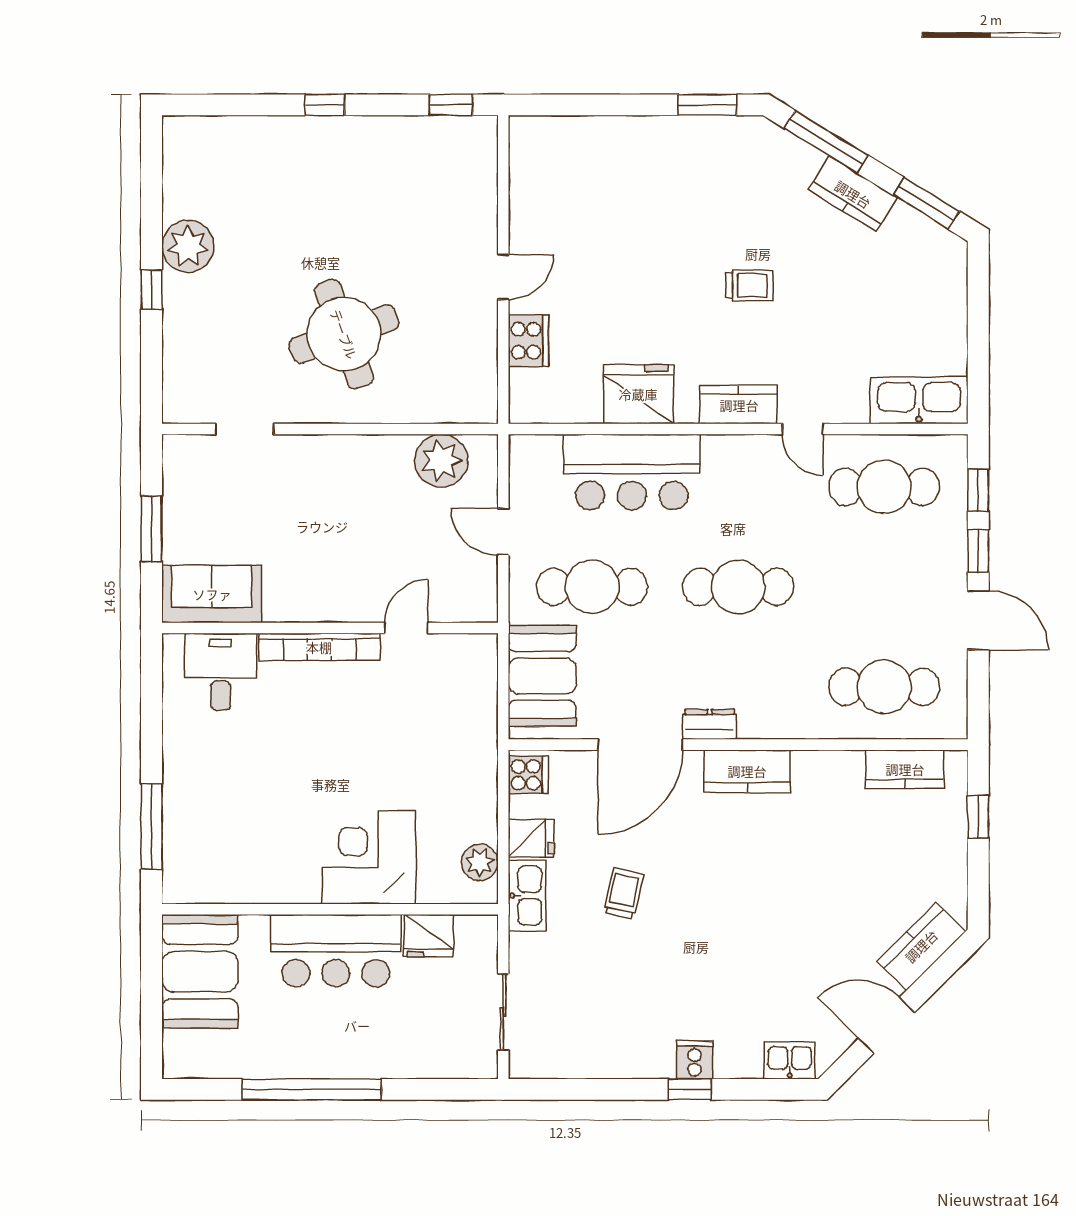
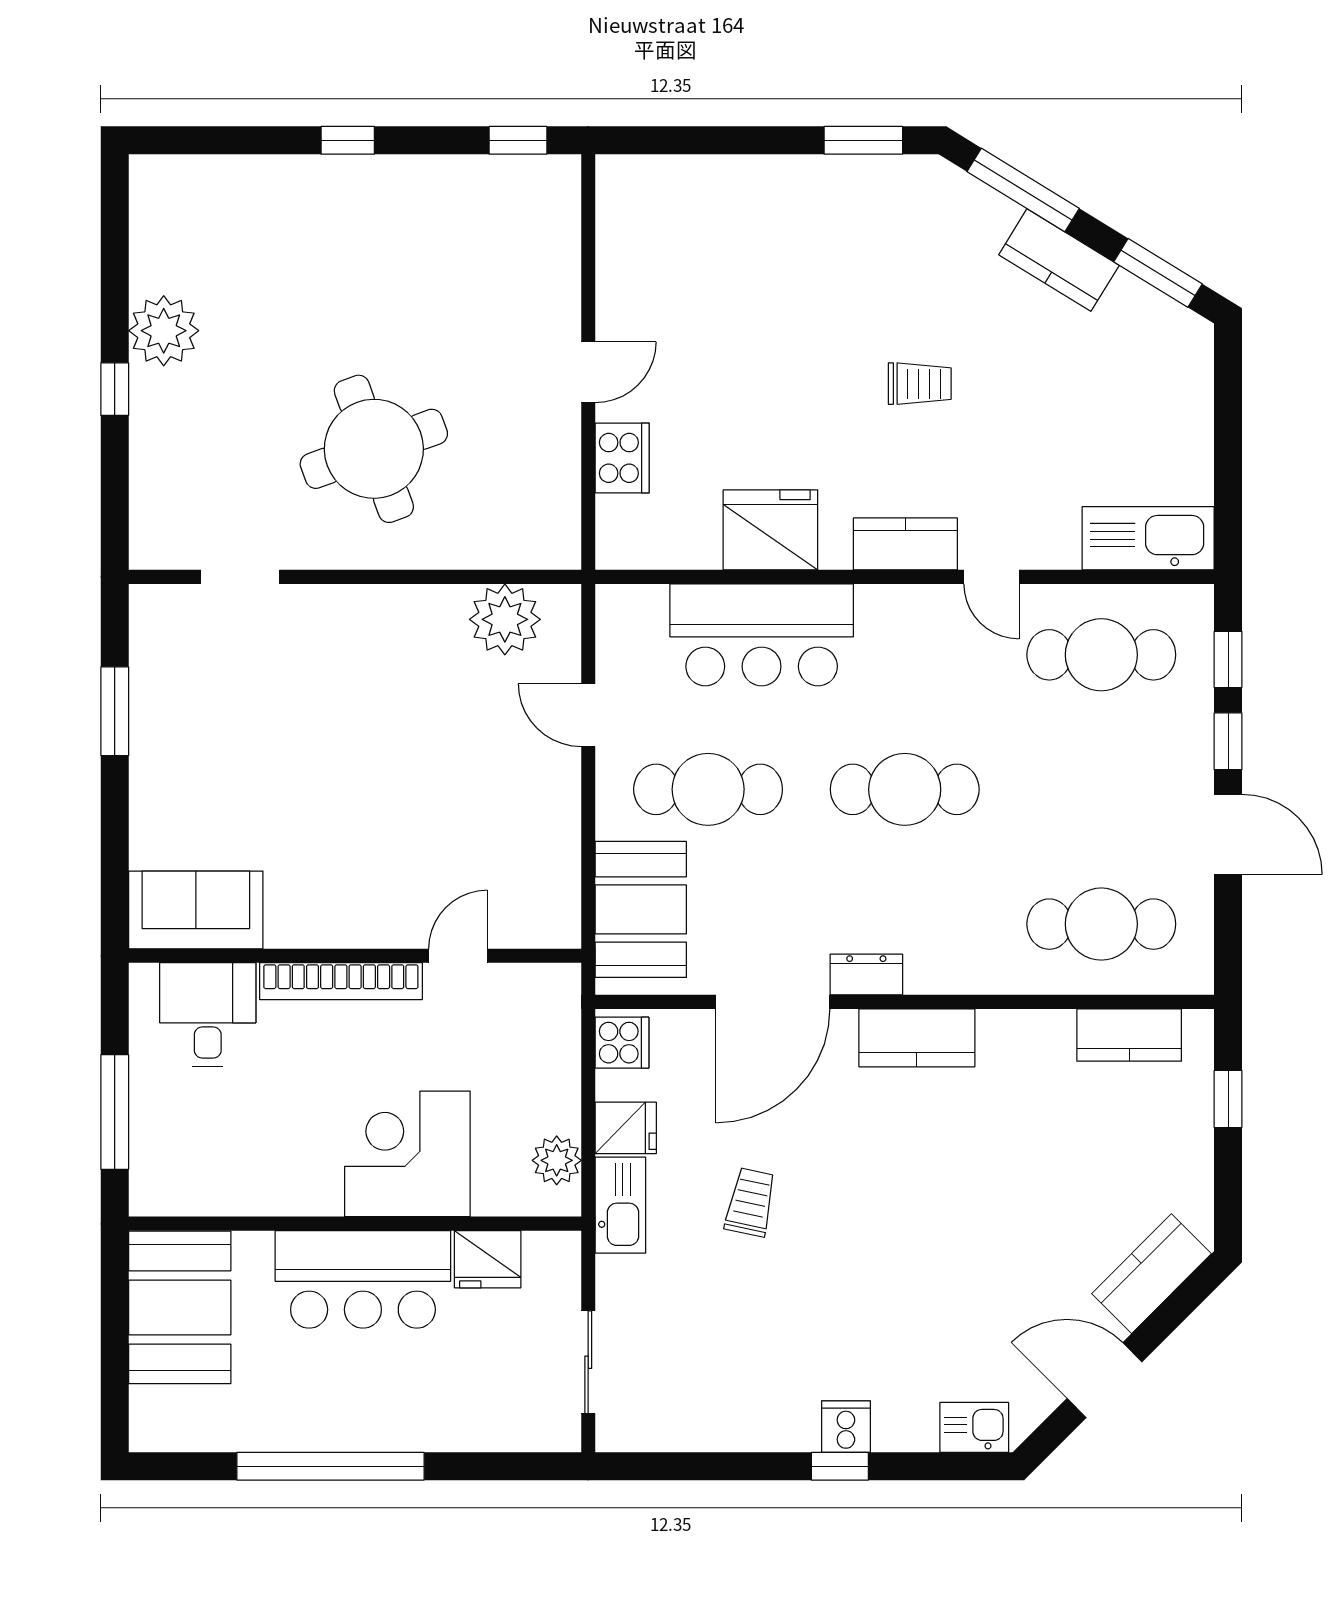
sofa: (212, 594) -> (196, 910), moved
wall: (330, 628) -> (355, 956), moved
door: (406, 628) -> (458, 956), moved
bookcase: (319, 647) -> (341, 981), moved
desk: (221, 672) -> (208, 1014), moved

